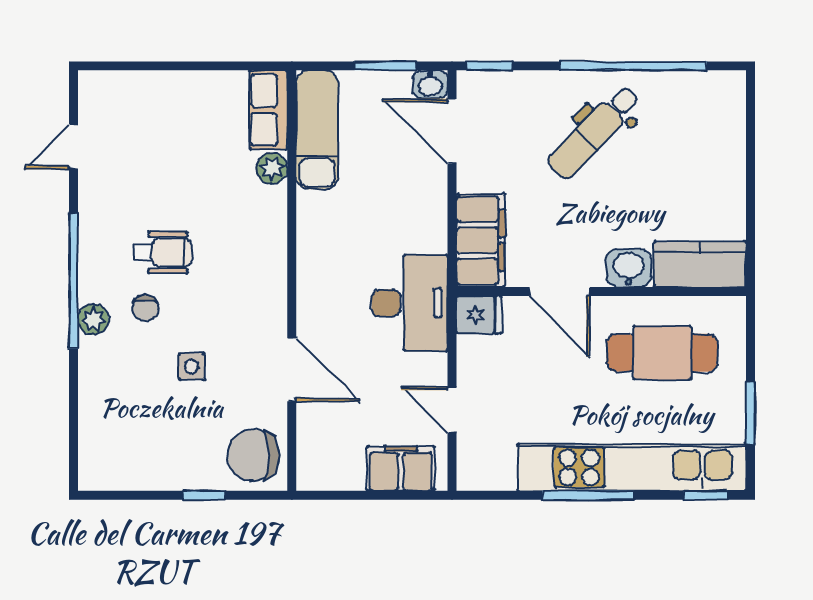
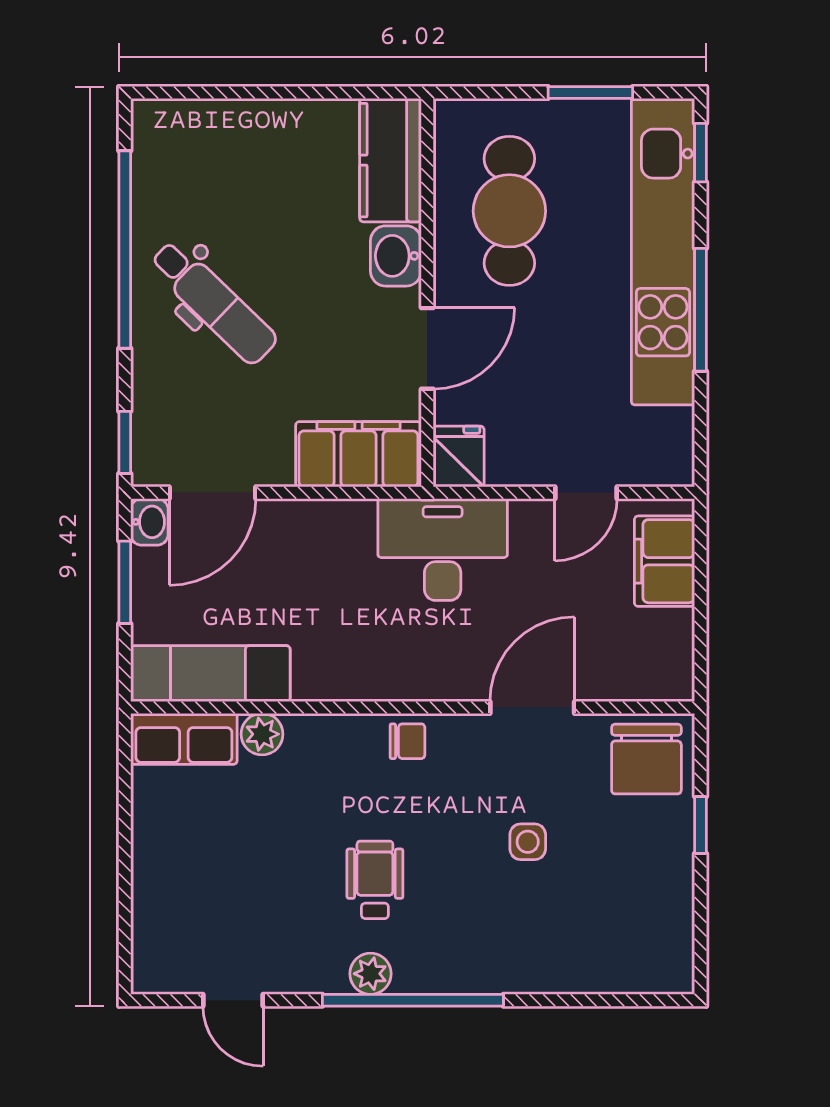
chair: (145, 308) -> (407, 741), moved
plant: (93, 319) -> (370, 974), moved

